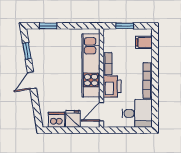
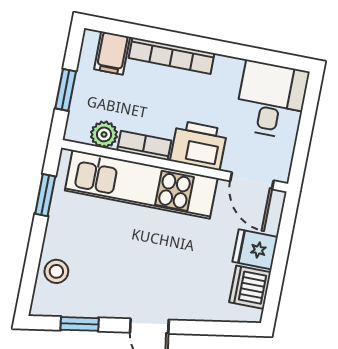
window: (48, 26) -> (45, 195), moved
stool: (47, 37) -> (56, 271), added
plant: (109, 46) -> (104, 134), added
bookcase: (148, 80) -> (171, 56), moved

